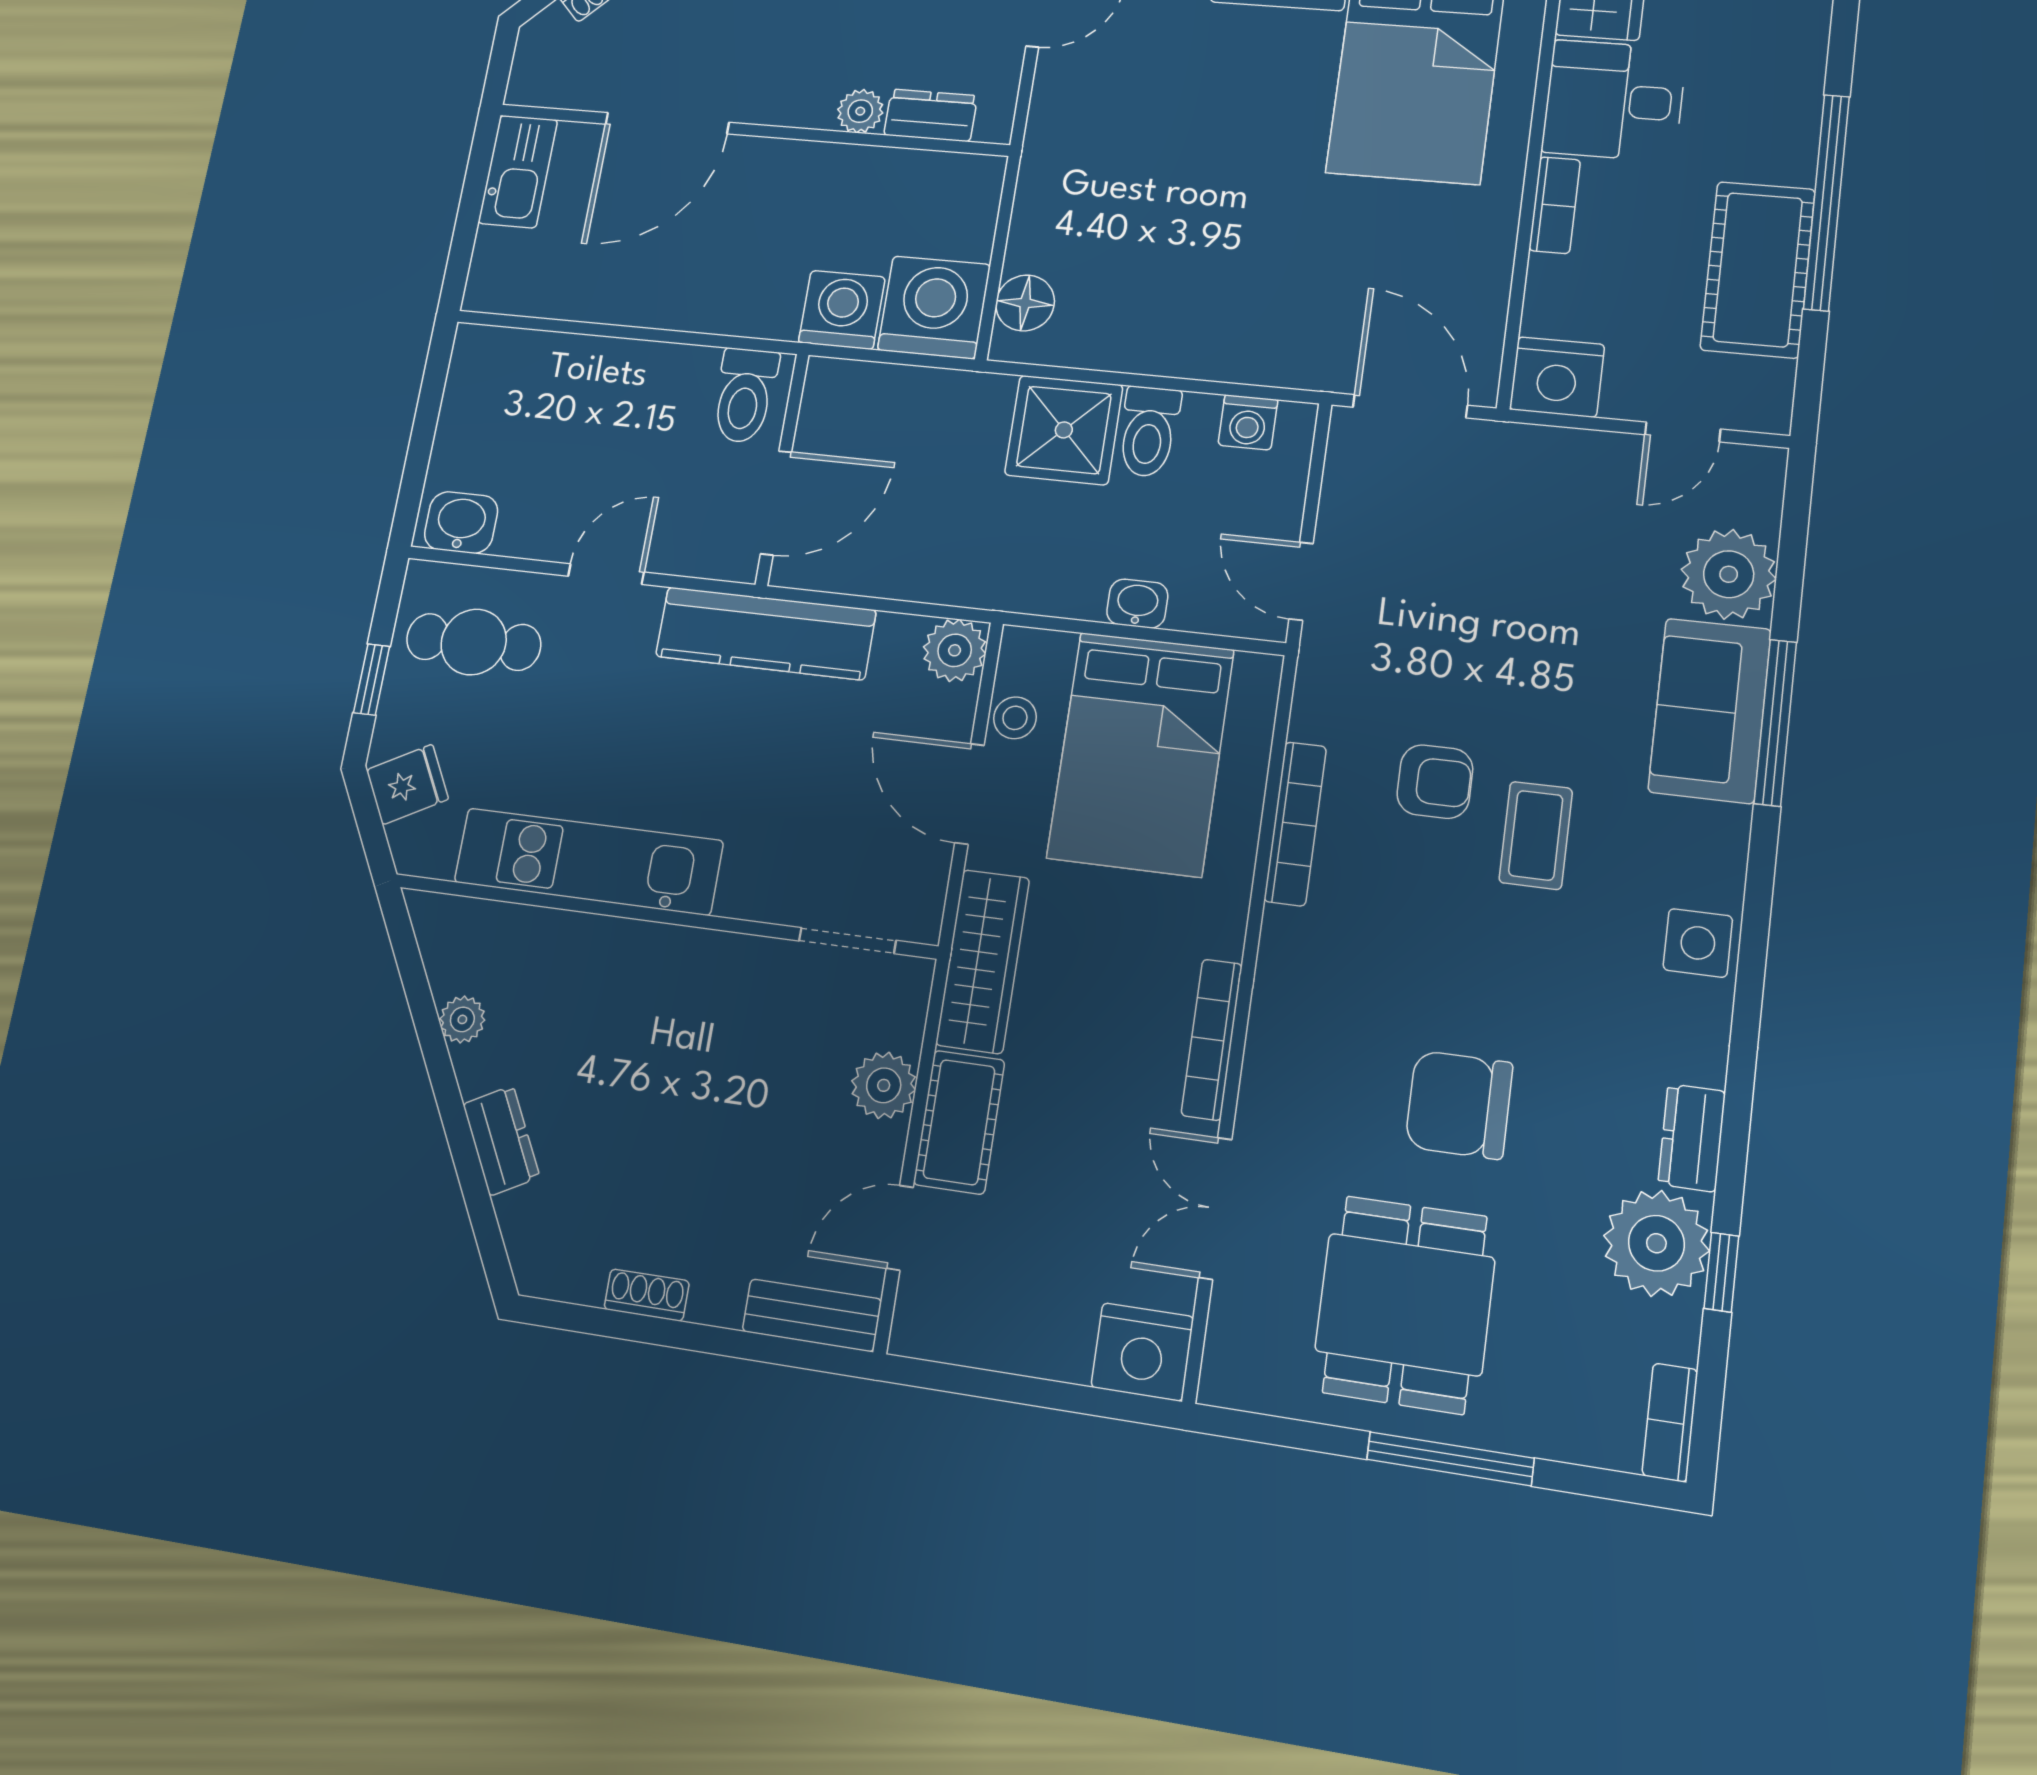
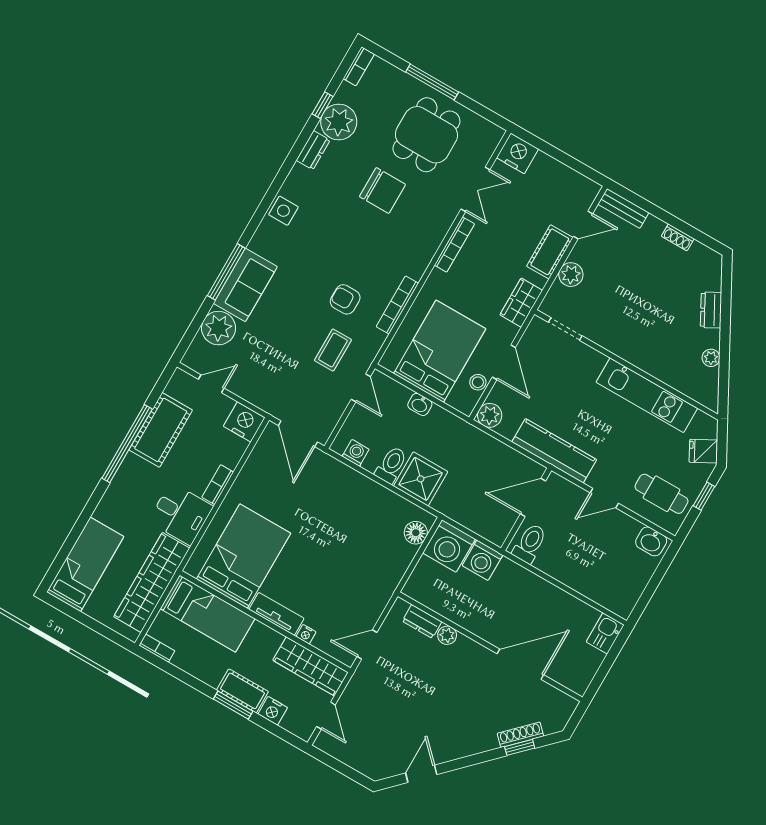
kitchen sink: (518, 171) -> (605, 633), moved, width x0.73
coffee table: (1536, 835) -> (333, 350), moved
wardrobe: (983, 961) -> (521, 303), width x0.67

